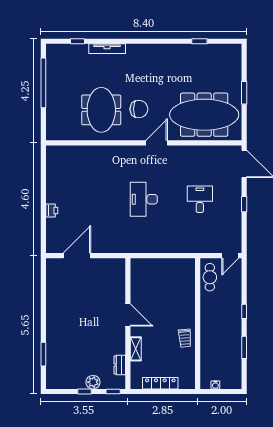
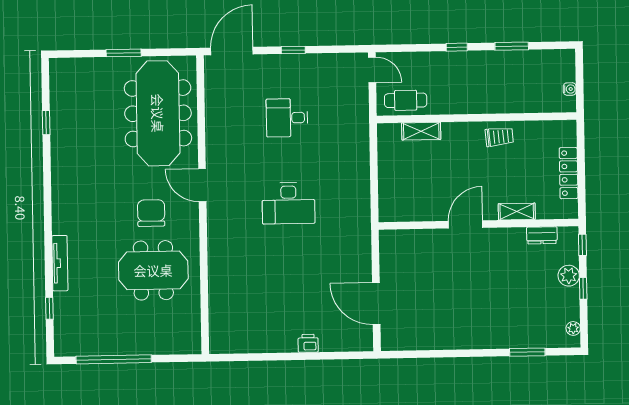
shelving: (189, 287) -> (421, 131), added
plant: (58, 384) -> (573, 328), added

